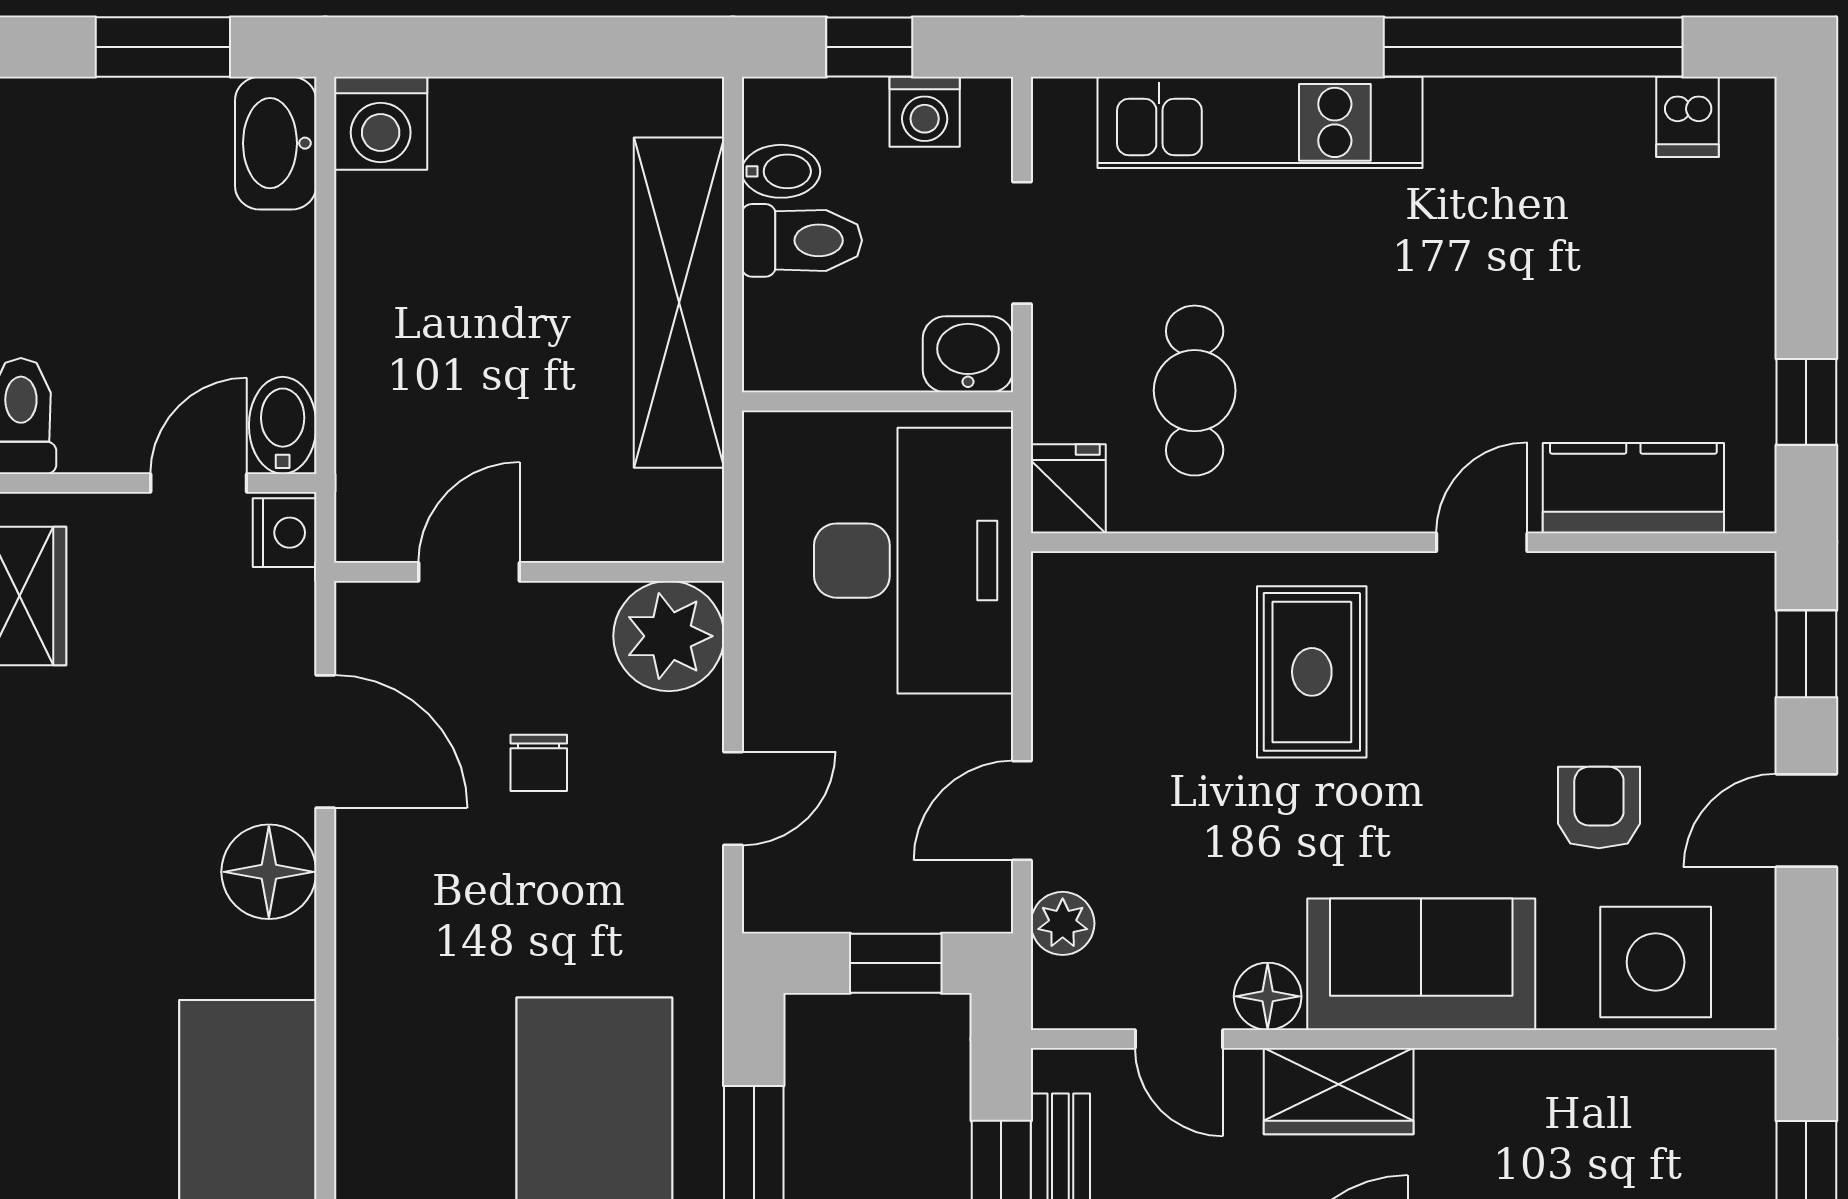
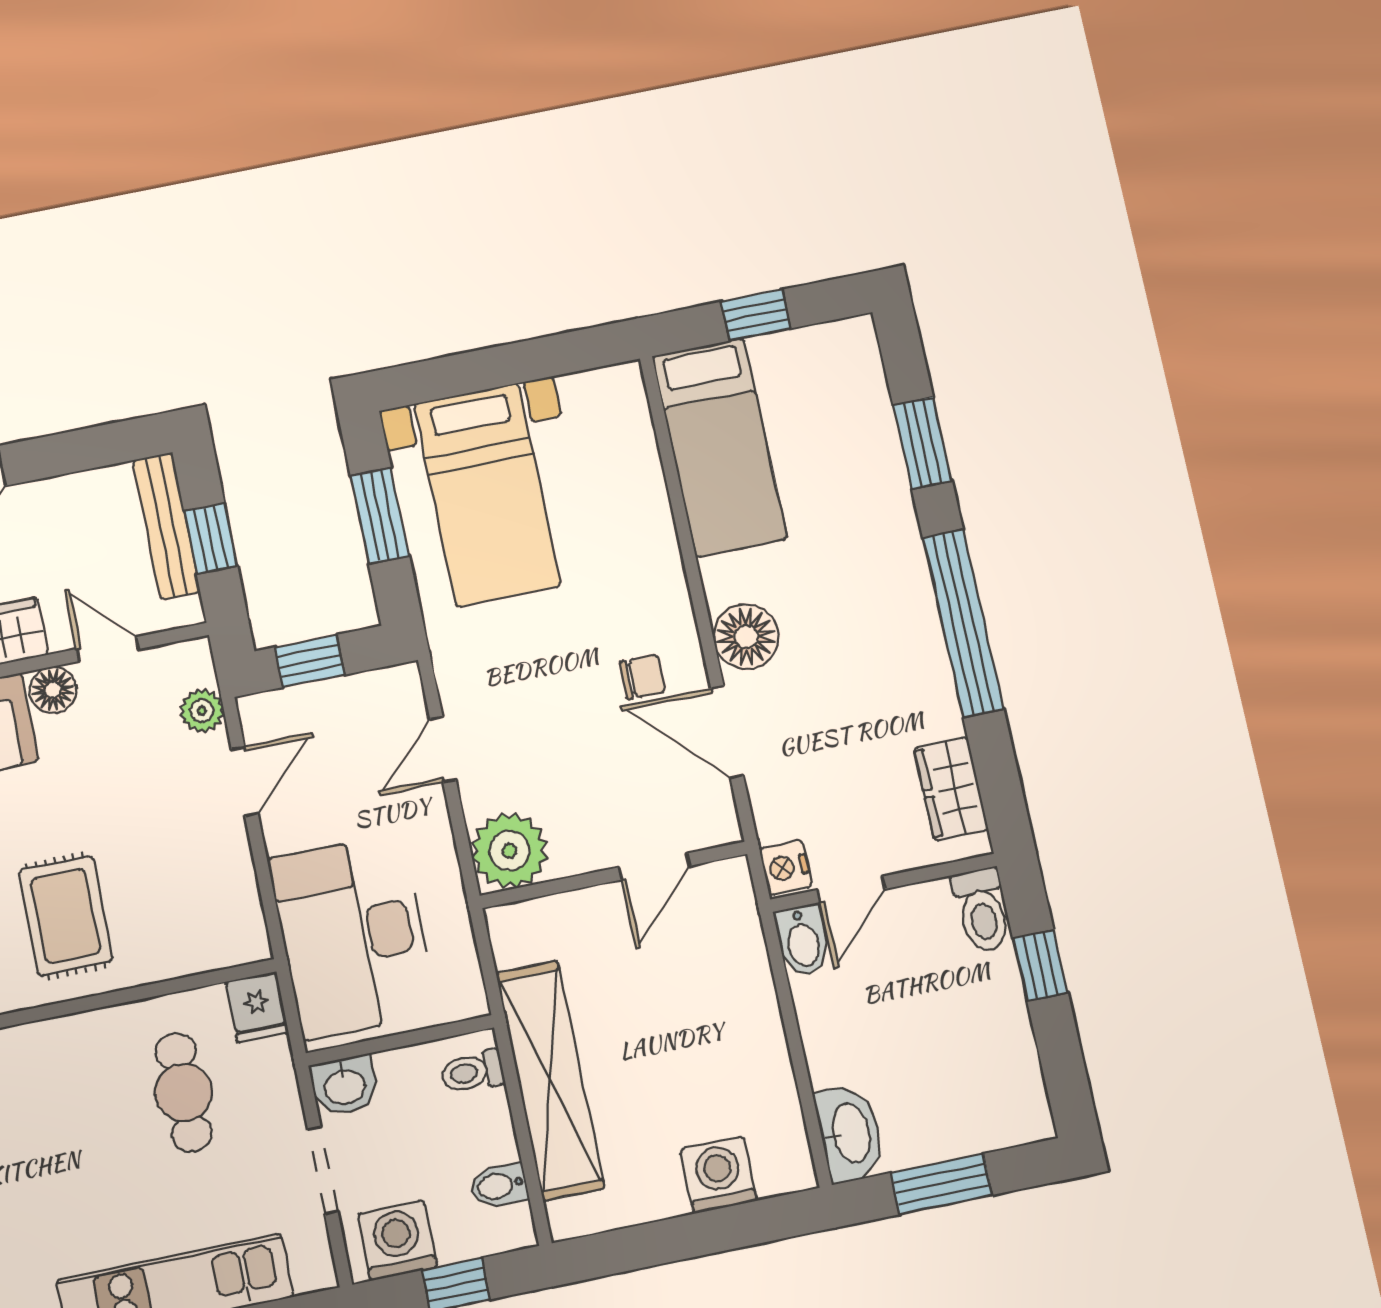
washing machine: (925, 112) -> (397, 1240), width x1.38, depth x1.38
washing machine: (381, 123) -> (719, 1175), moved
toilet: (802, 240) -> (472, 1072), moved, width x0.73, depth x0.72
chair: (539, 763) -> (642, 677), moved, turned 90

